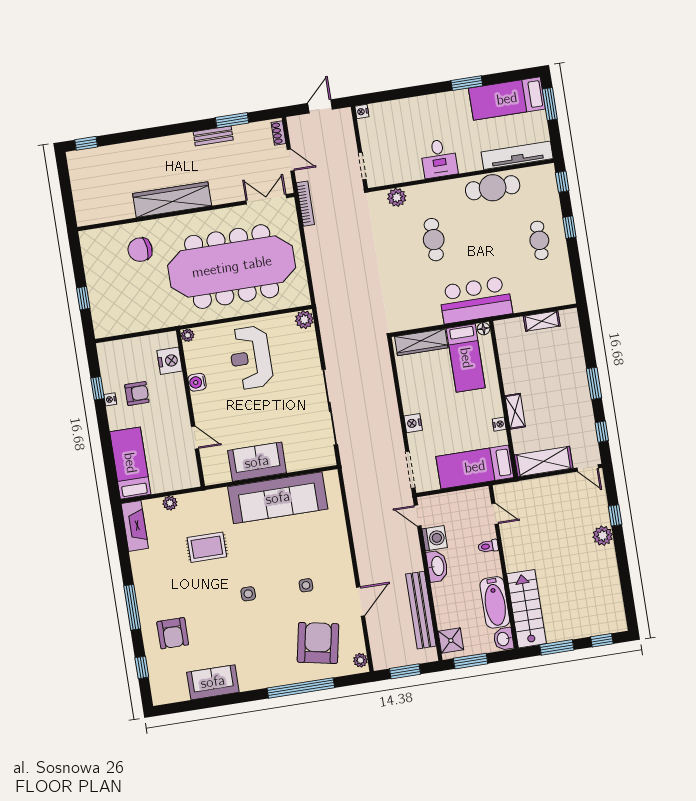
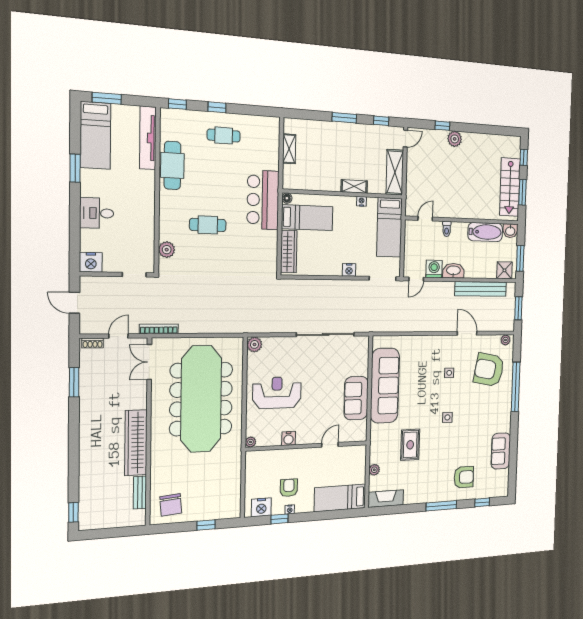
nightstand: (362, 112) -> (91, 262), width x1.89, depth x1.79
bench: (213, 136) -> (140, 492), moved
desk: (439, 158) -> (97, 213), moved, turned 180
chair: (140, 250) -> (171, 505), moved
reception desk: (251, 358) -> (277, 393), turned 180
nightstand: (170, 361) -> (261, 507), moved, turned 180
stairs: (527, 609) -> (510, 187), moved, turned -90

